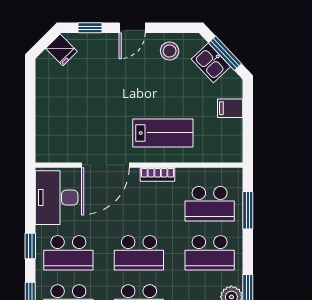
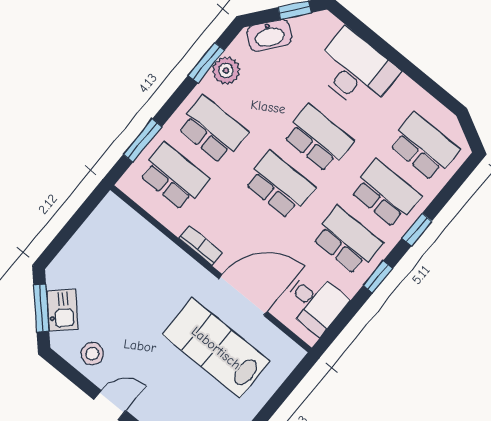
filing cabinet: (230, 108) -> (79, 252), removed
lab bench: (163, 133) -> (216, 348), moved, width x1.36, depth x1.39
desk: (57, 198) -> (315, 302), width x0.73

